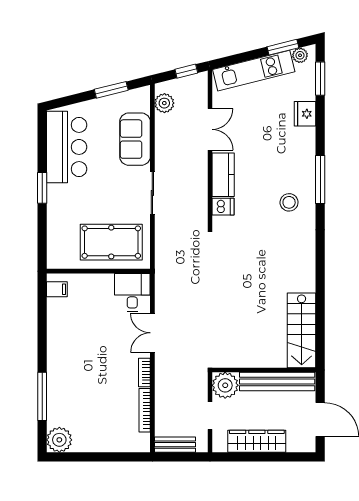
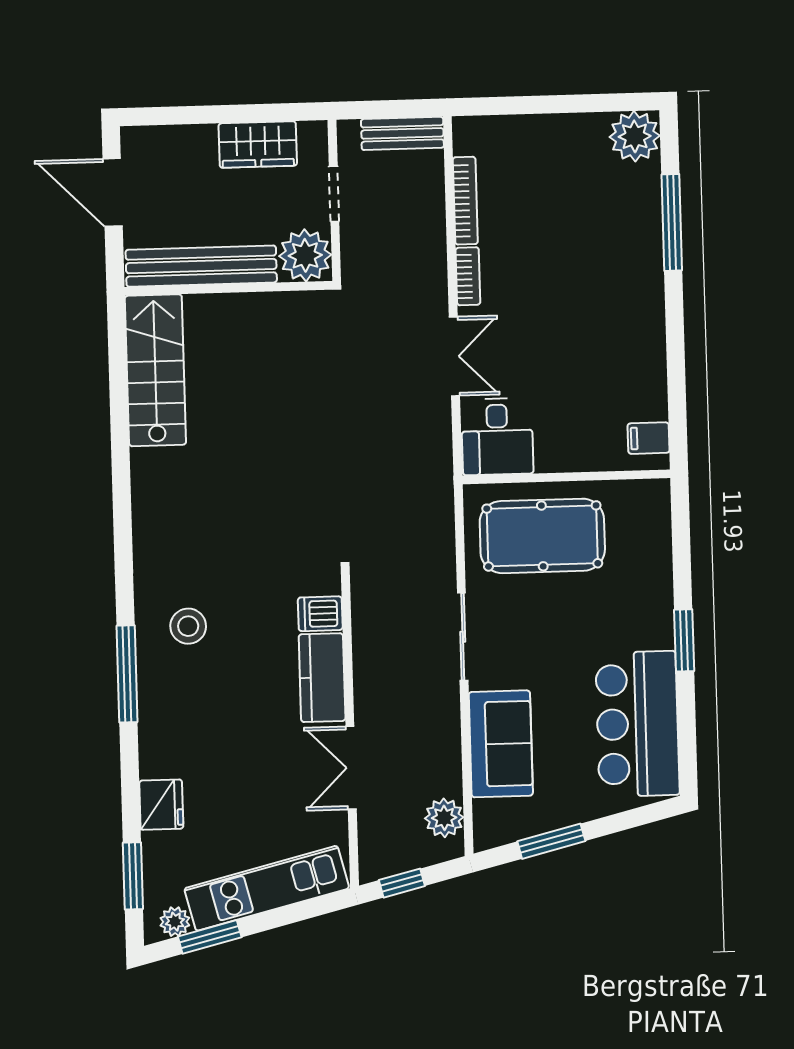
wardrobe: (257, 441) -> (258, 144), width x0.67

